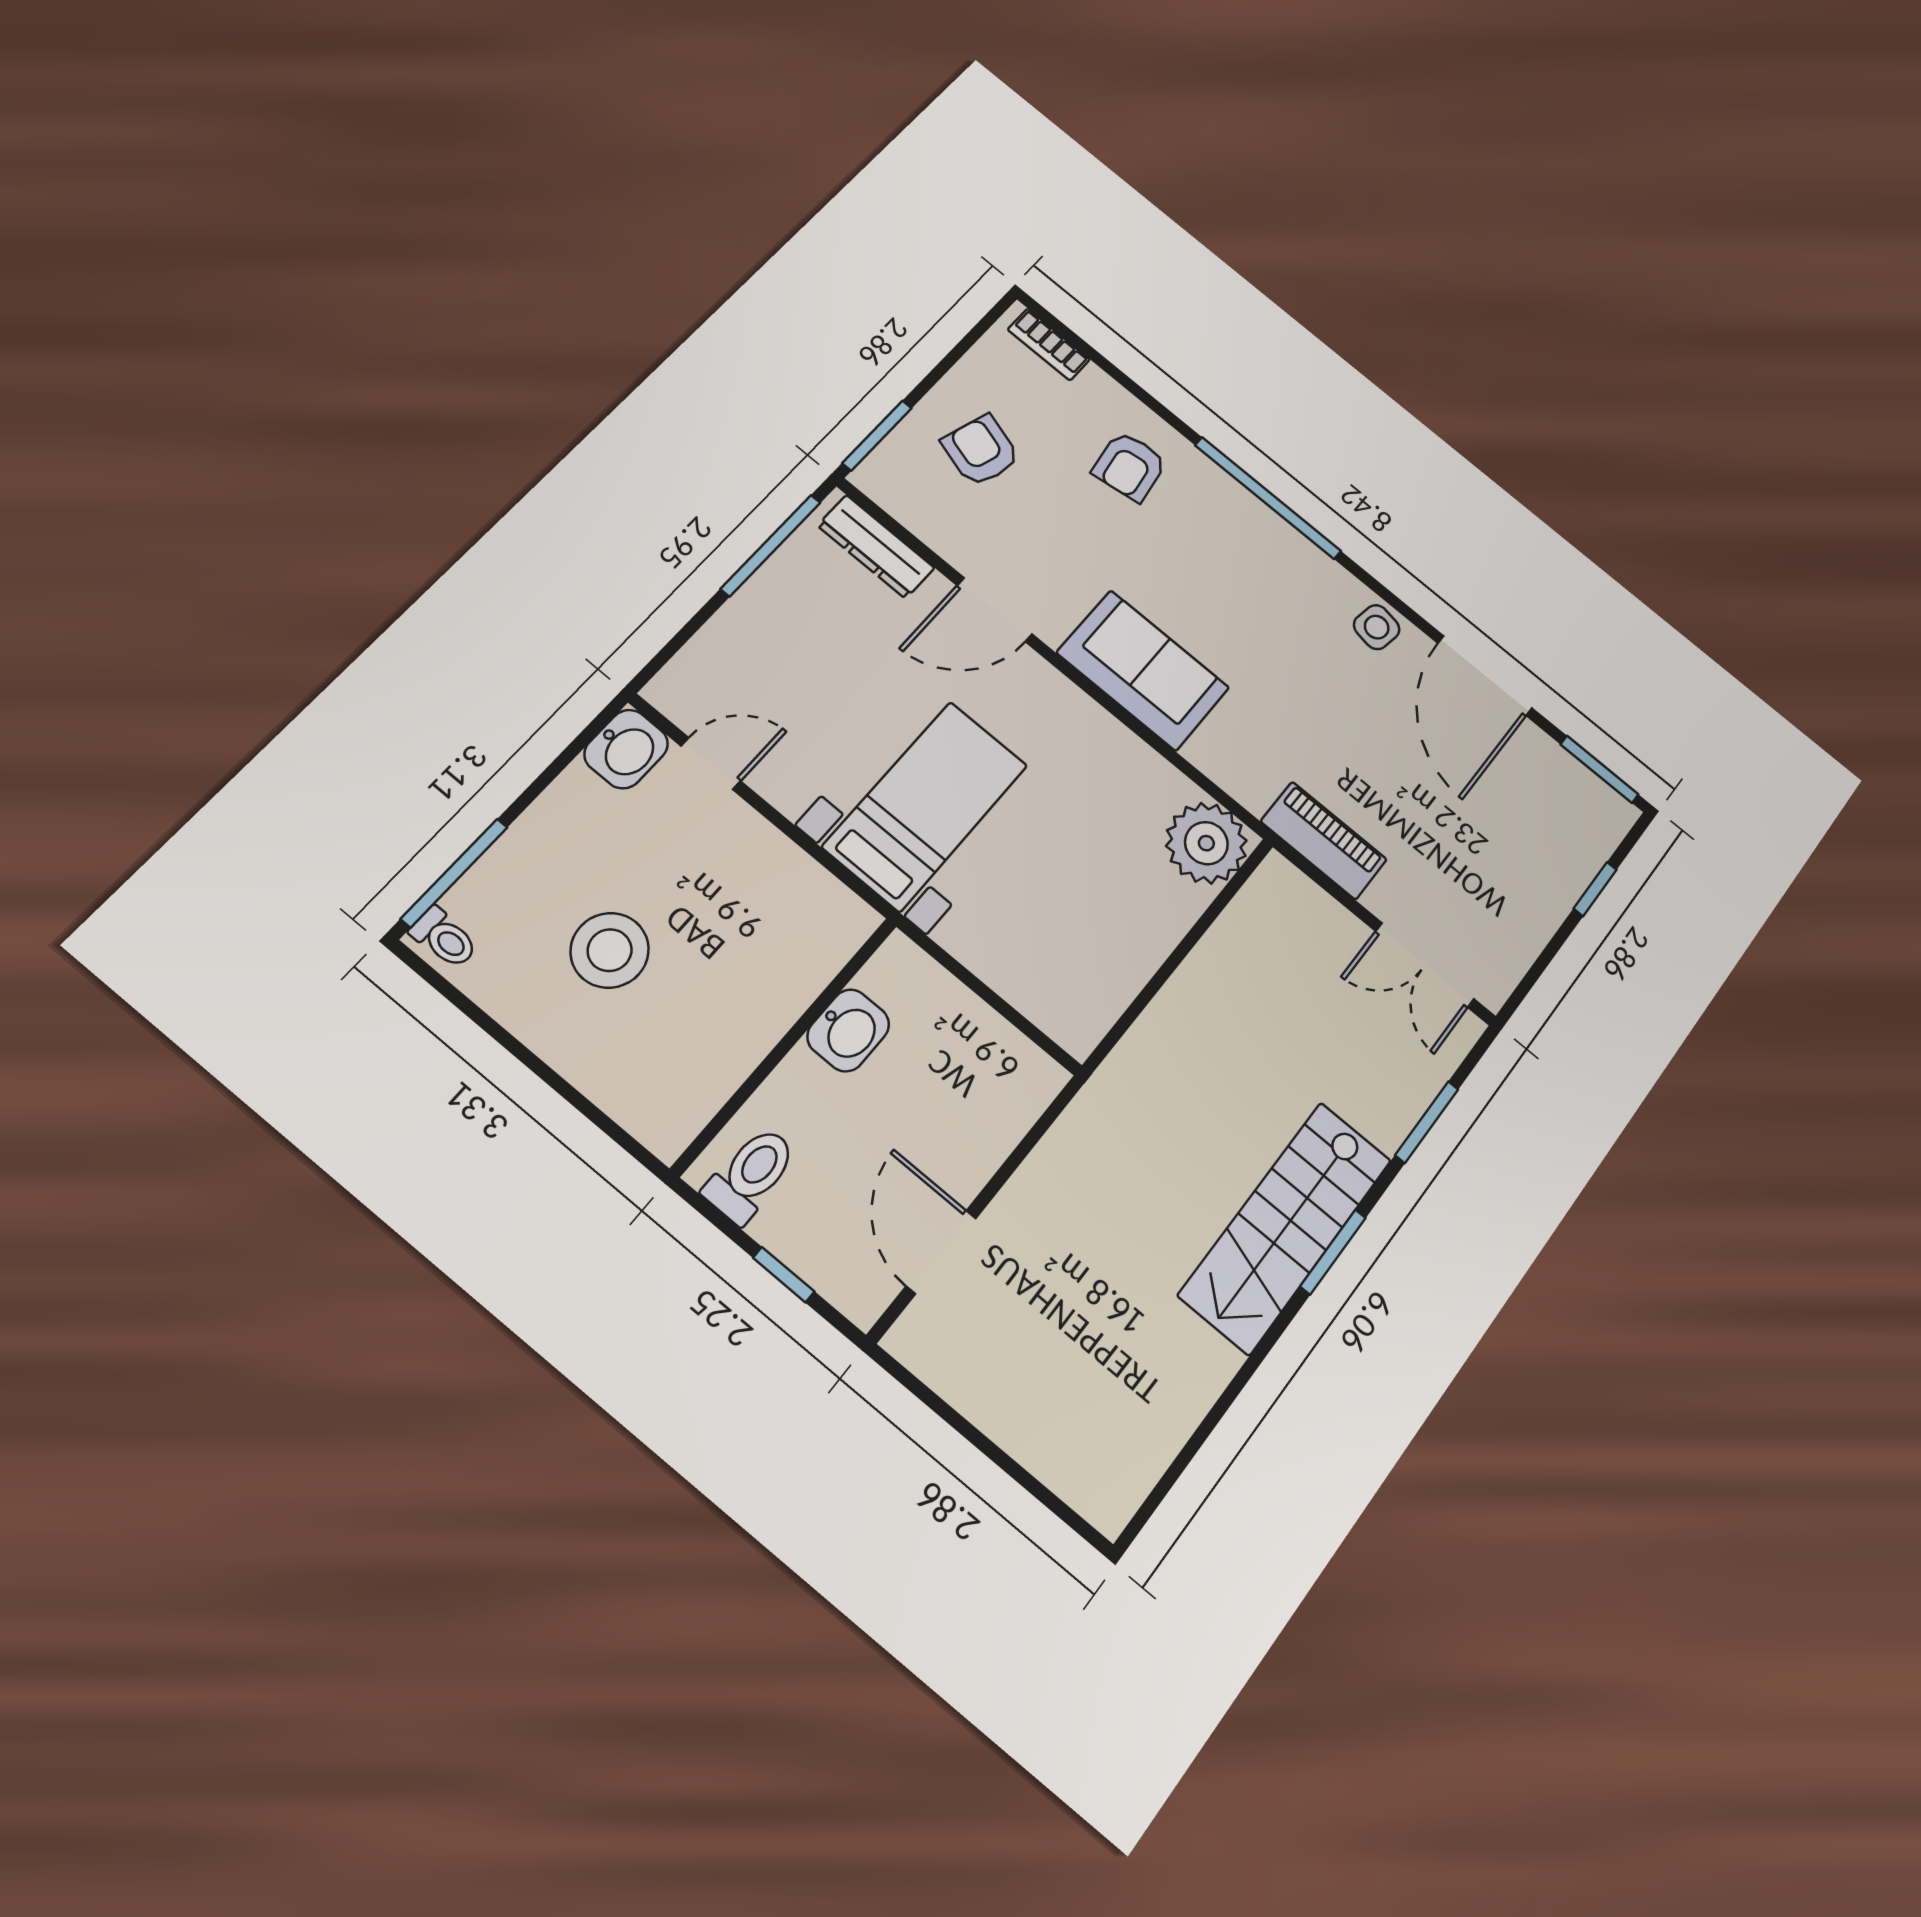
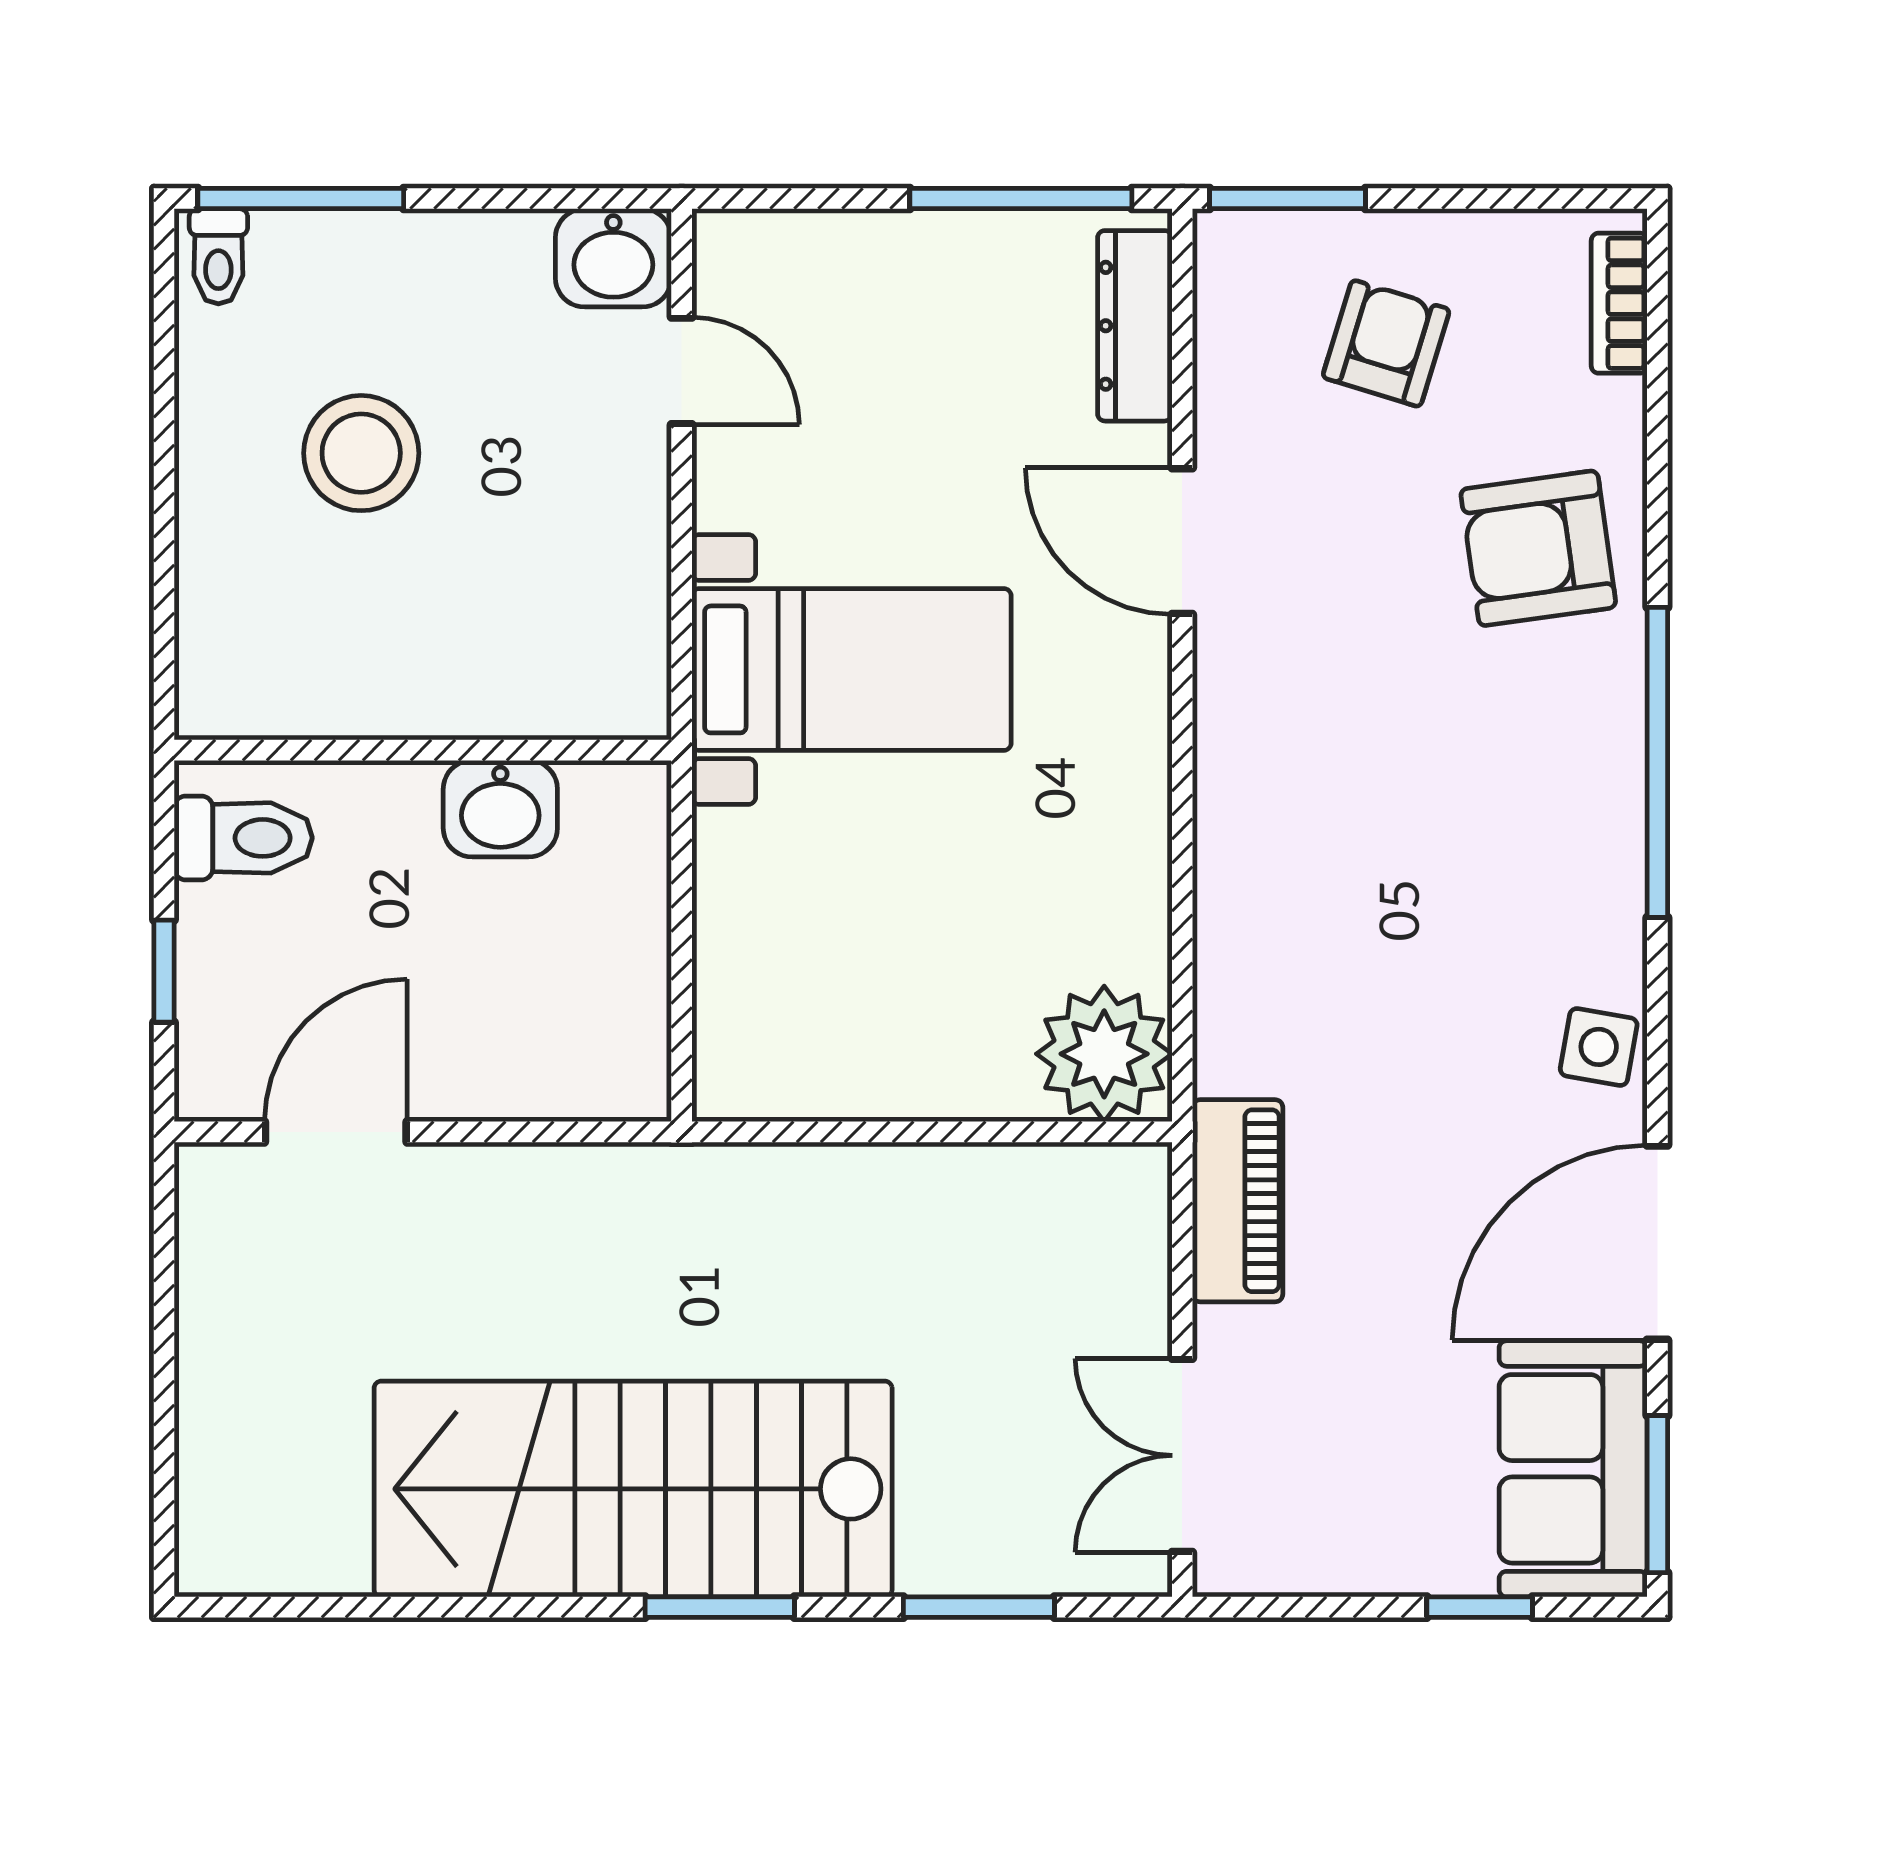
armchair: (1130, 466) -> (1538, 548), width x1.38, depth x1.38
sofa: (1143, 670) -> (1573, 1469), moved, turned 180
stairs: (1286, 1227) -> (633, 1489), width x1.36, depth x1.51

